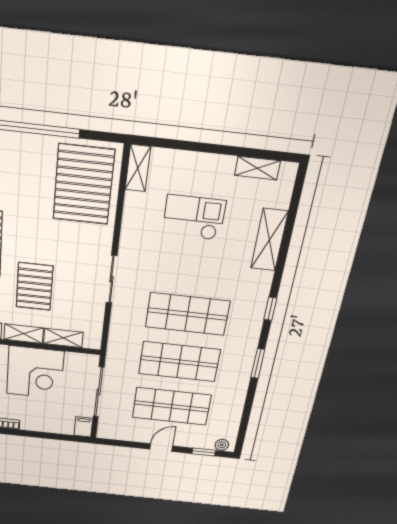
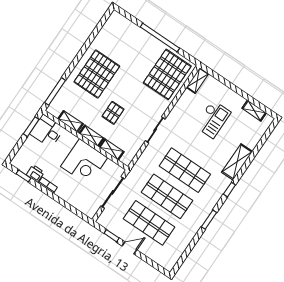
checkout: (194, 218) -> (213, 119), turned 90
shelving: (269, 240) -> (237, 162), moved
pallet: (34, 286) -> (113, 113), width x0.67, depth x0.71
filing cabinet: (83, 427) -> (92, 211), removed
plant: (222, 445) -> (165, 264), removed
window: (204, 452) -> (112, 236), moved

